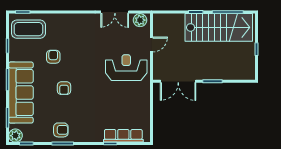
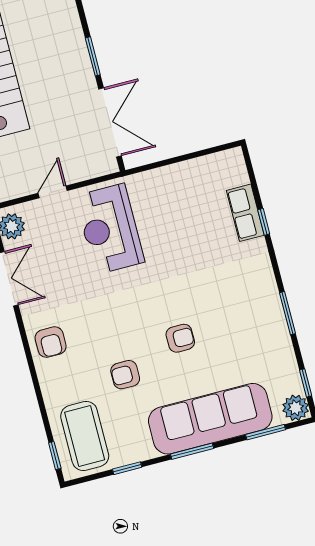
door: (152, 44) -> (53, 192), hinge flipped
armchair: (61, 130) -> (51, 342), moved, turned 180
row of seats: (123, 136) -> (245, 213), width x0.68

